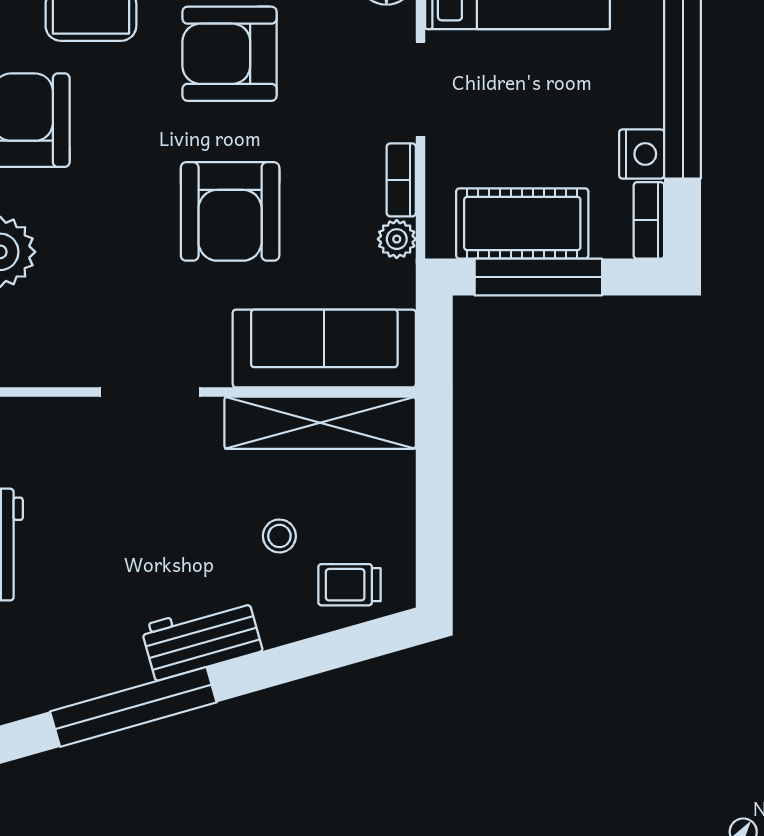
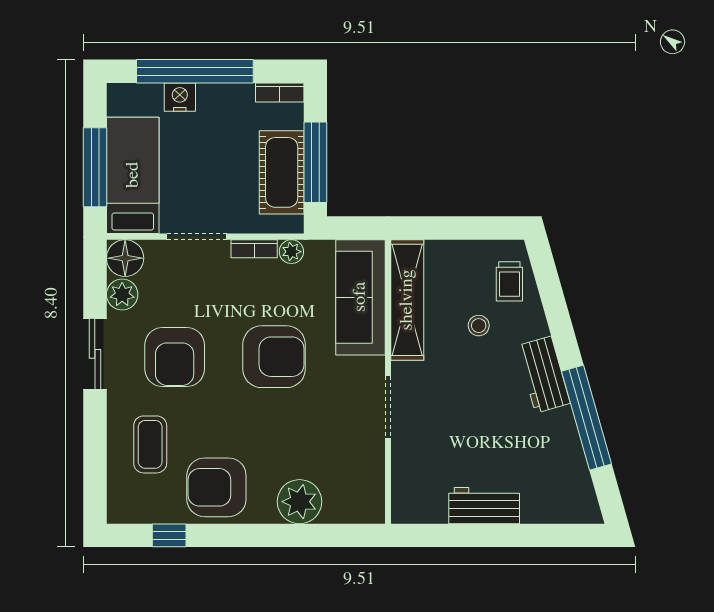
nightstand: (642, 154) -> (180, 97), moved

